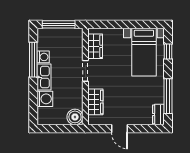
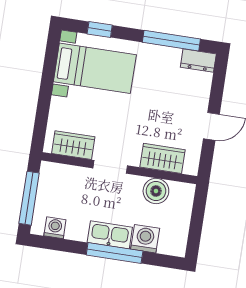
washing machine: (43, 57) -> (55, 228), moved
window: (33, 60) -> (115, 253), moved
boiler: (75, 117) -> (156, 191), moved

